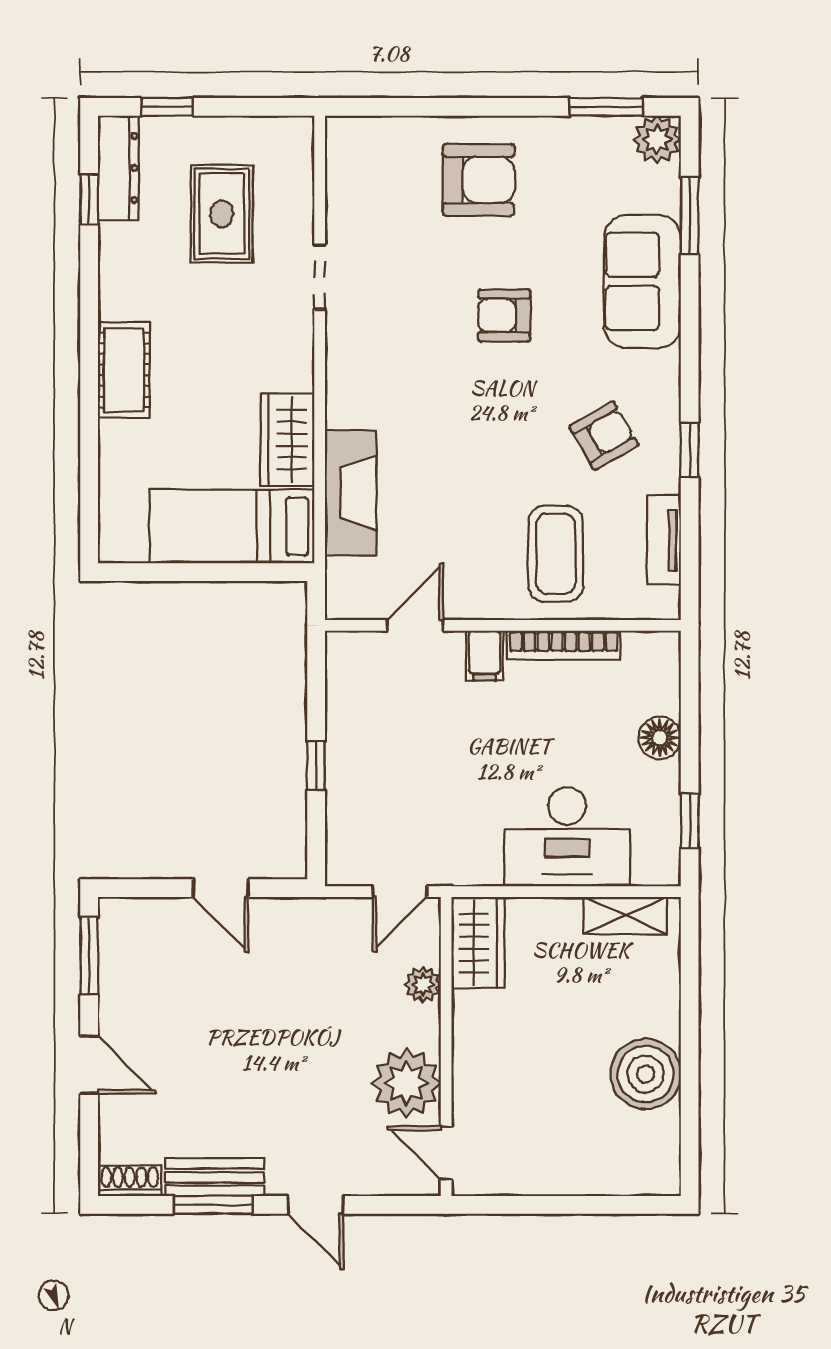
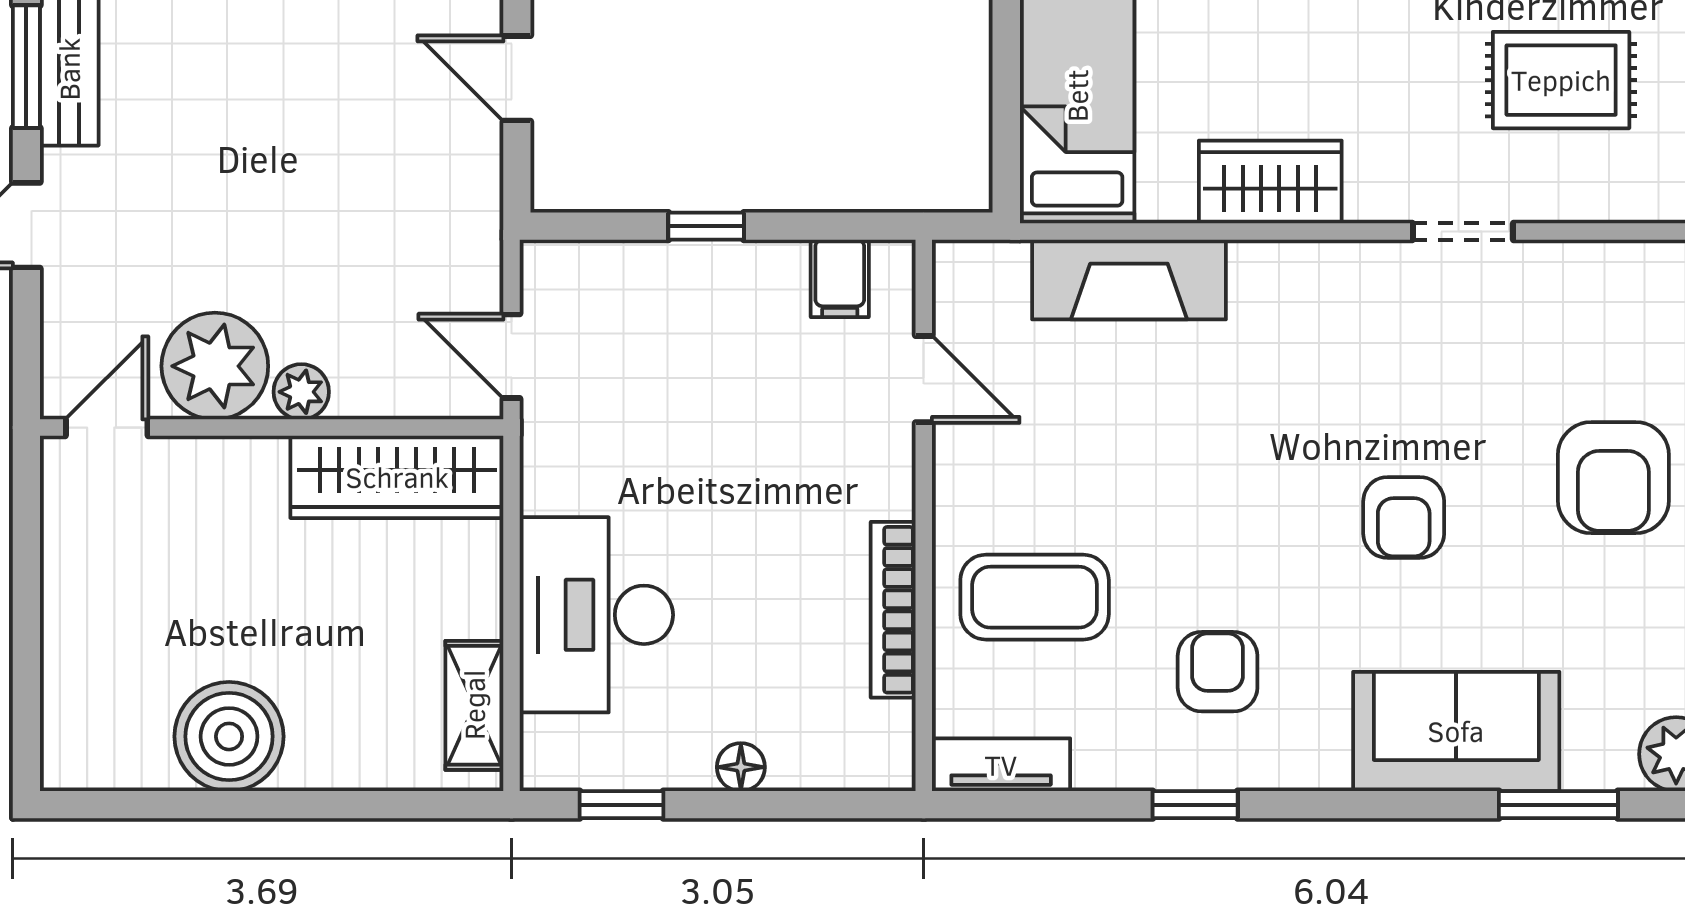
armchair: (504, 315) -> (1404, 517), turned 180
armchair: (604, 436) -> (1218, 672), turned -150
wardrobe: (288, 440) -> (1270, 182), moved
tv unit: (664, 540) -> (1001, 765), moved
filing cabinet: (485, 656) -> (840, 278), moved, turned -90
floor lamp: (660, 738) -> (741, 767), width x0.73, depth x0.73
door: (221, 888) -> (517, 78), hinge flipped
wardrobe: (478, 943) -> (397, 477), width x1.50
plant: (423, 985) -> (301, 392), moved

